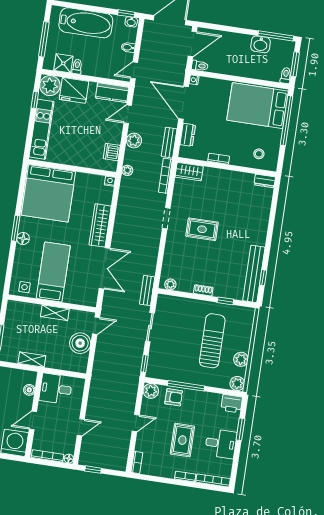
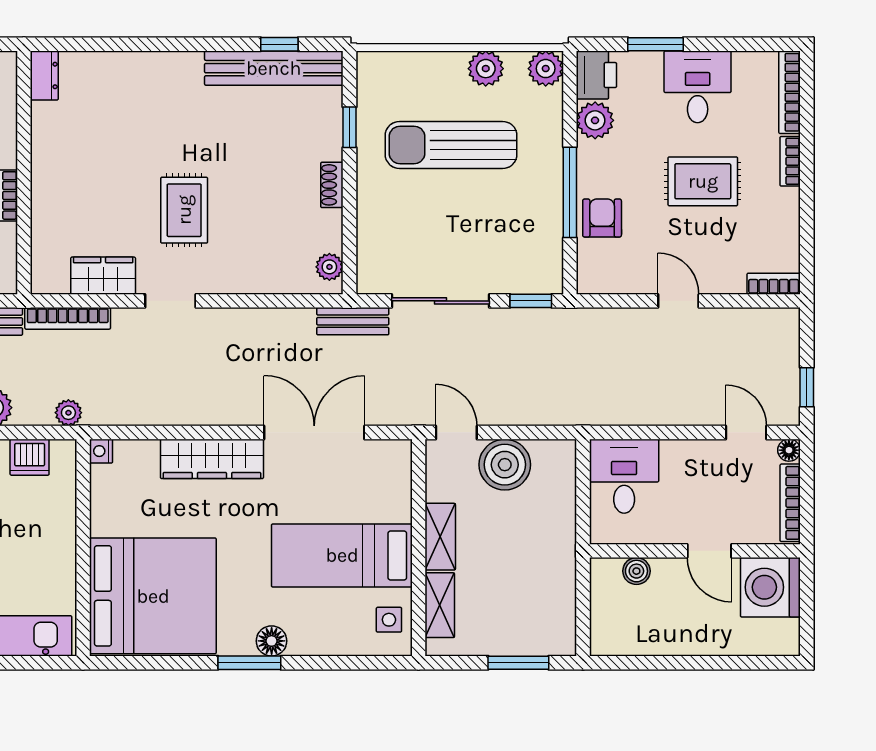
wardrobe: (189, 172) -> (103, 276), moved, turned -90
sliding door: (150, 327) -> (441, 301), width x1.37
shelving: (32, 359) -> (440, 605), moved
desk: (56, 389) -> (624, 476), moved, turned 180
plant: (151, 391) -> (595, 120), moved
door: (81, 427) -> (746, 432), moved

